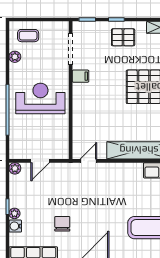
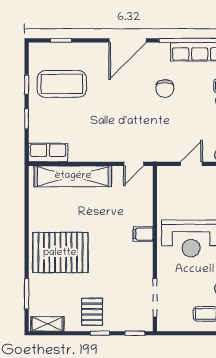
pallet: (123, 37) -> (92, 312), turned 90
filing cabinet: (81, 76) -> (143, 234), moved

